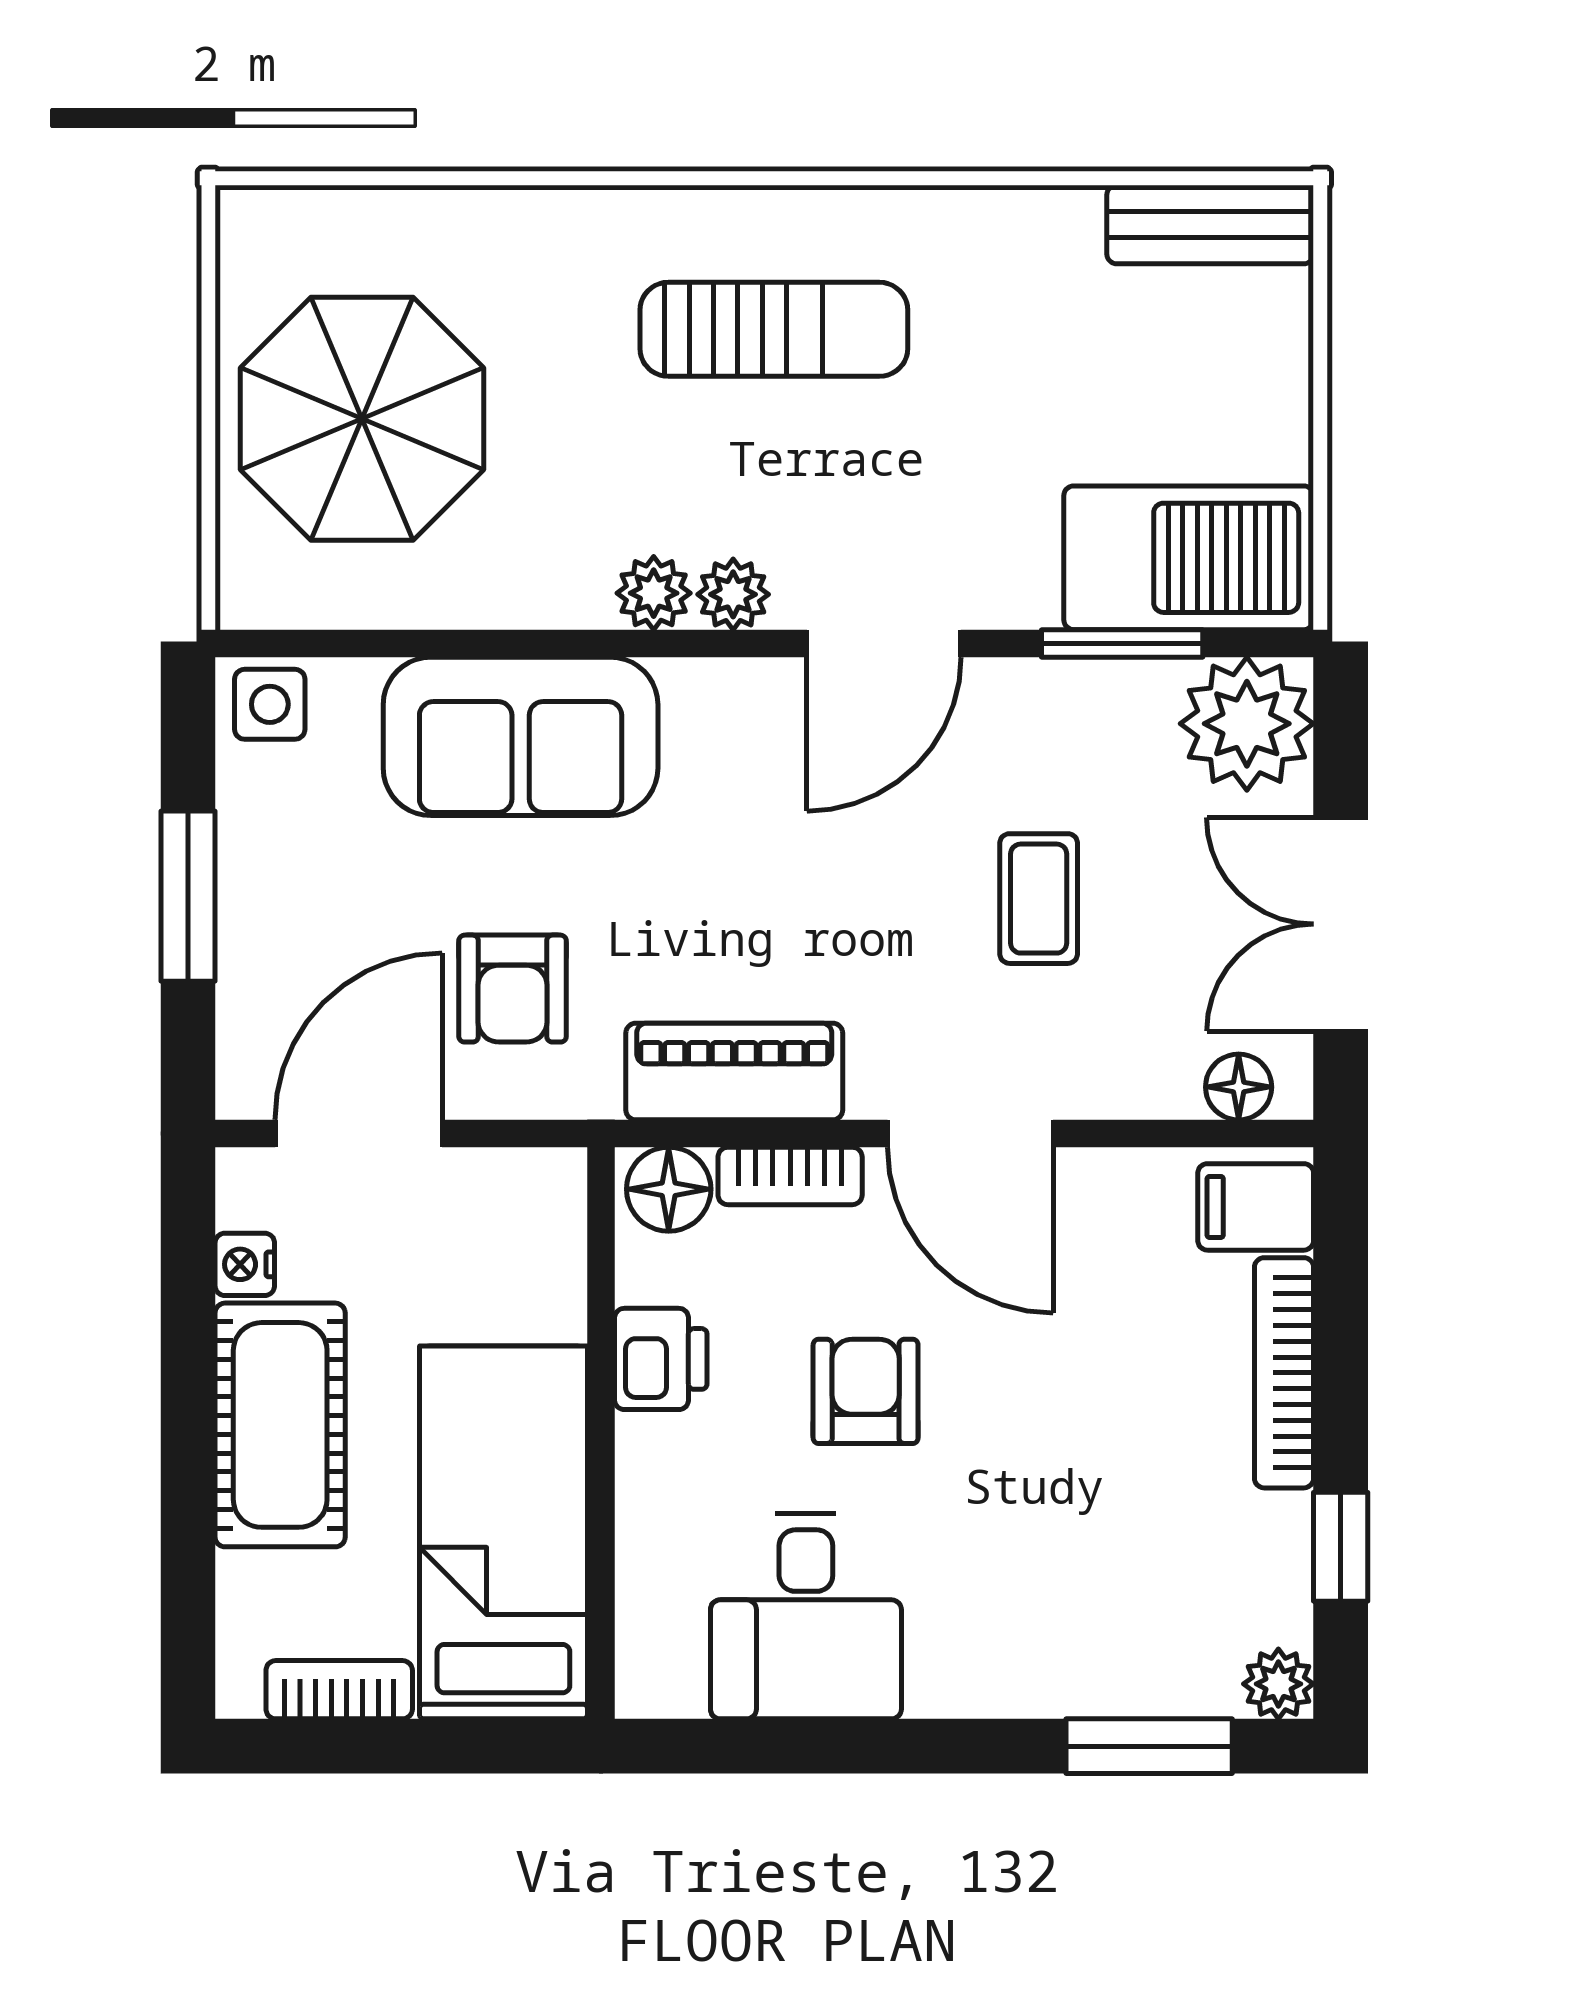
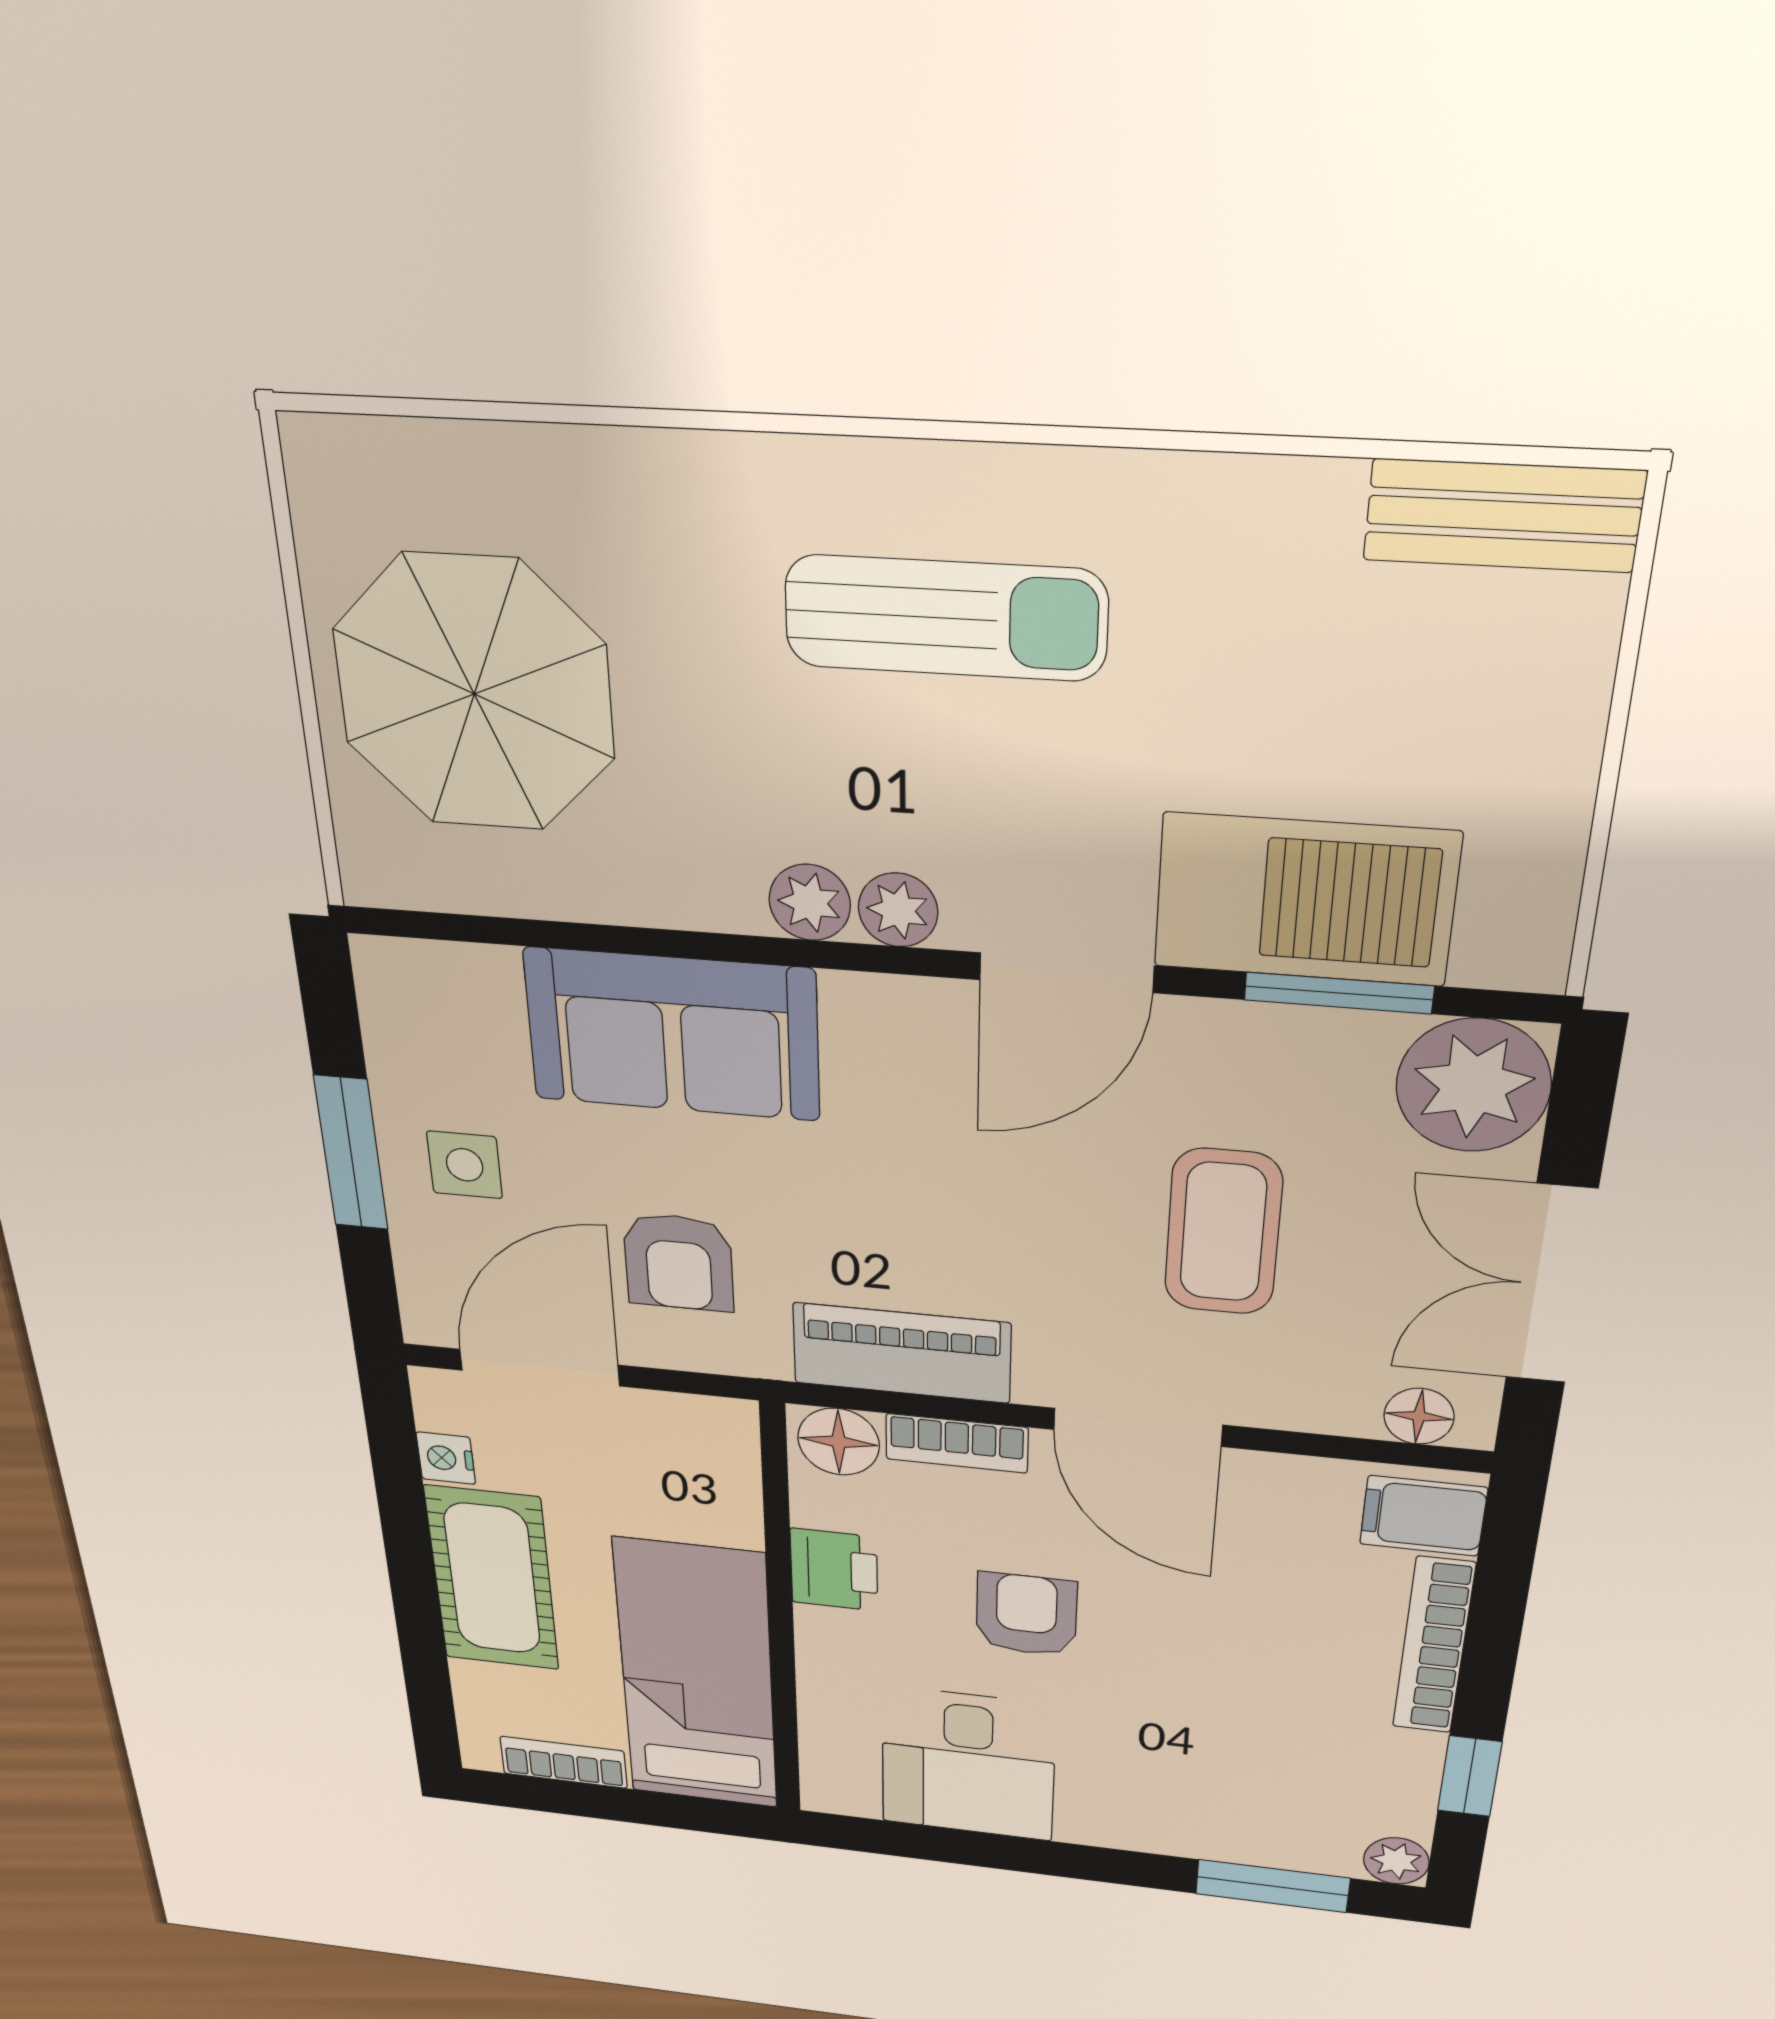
barbecue: (1189, 558) -> (1305, 900), moved
side table: (270, 704) -> (465, 1165), moved
coffee table: (1039, 899) -> (1223, 1232), width x1.36, depth x1.30

